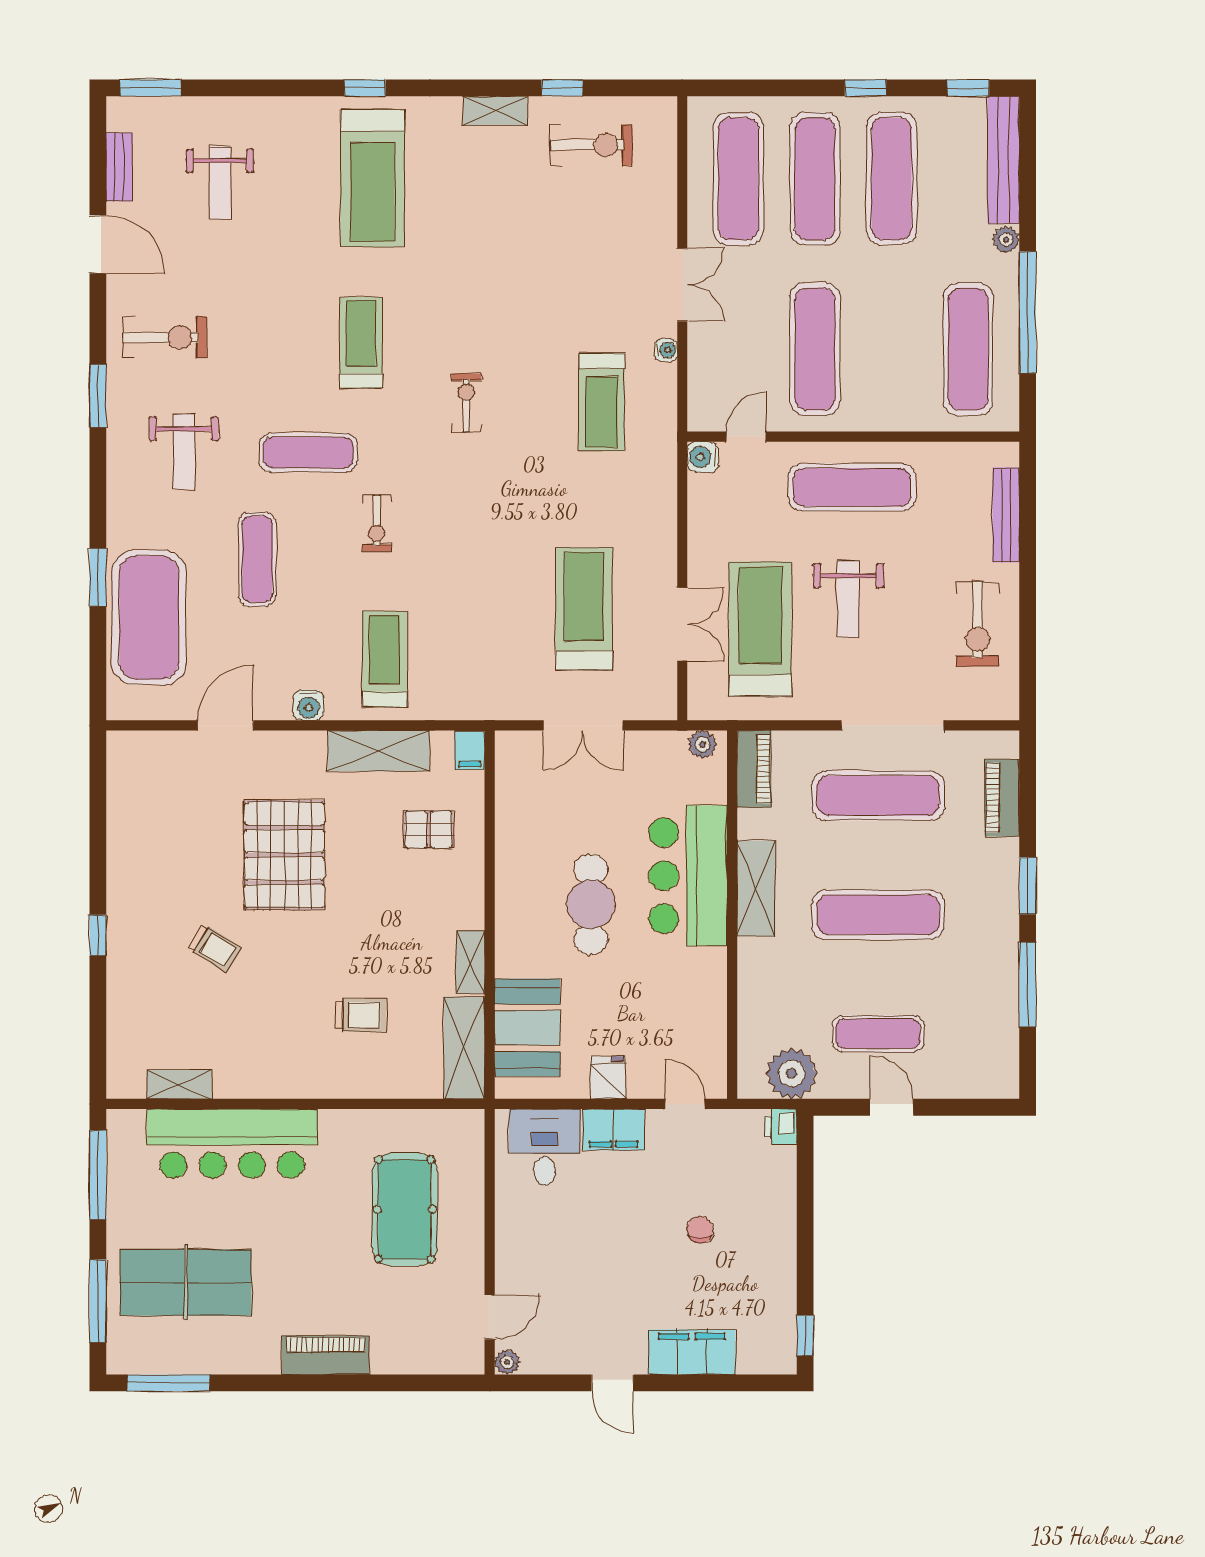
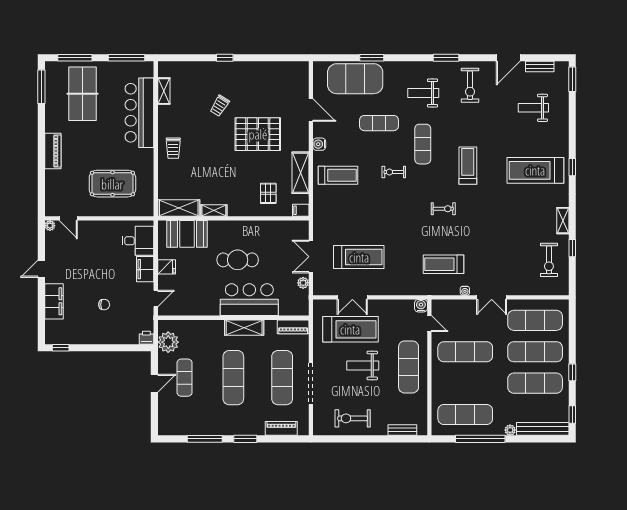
treadmill: (361, 343) -> (468, 166), turned -90
bench: (1006, 515) -> (402, 430), width x0.73
plant: (702, 744) -> (303, 283), moved
trolley: (361, 1015) -> (173, 148), moved

